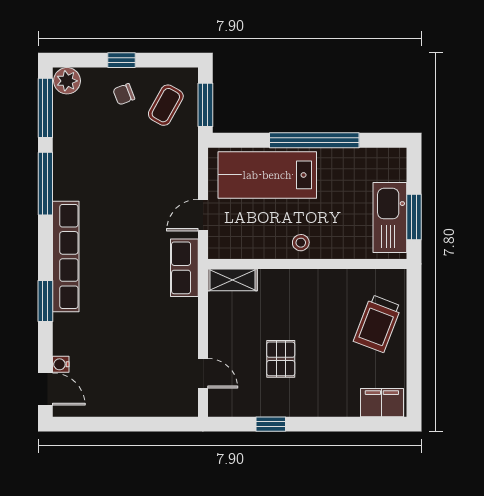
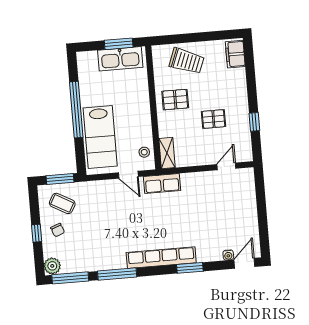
stool: (301, 243) -> (144, 152), moved
pallet: (317, 300) -> (175, 100), added

